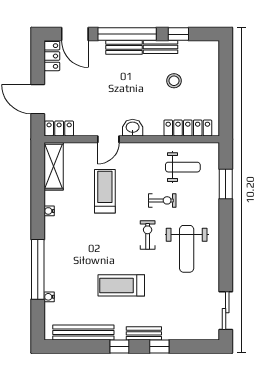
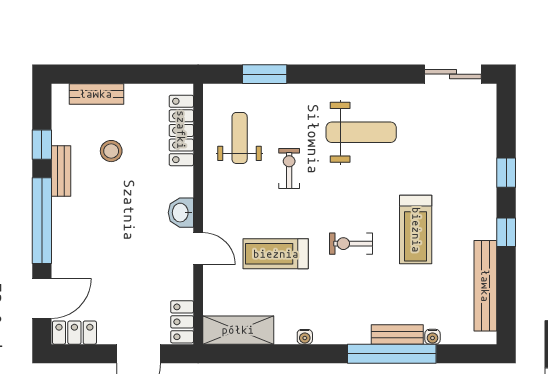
bench: (124, 47) -> (96, 94), moved, turned 90
exercise bike: (148, 235) -> (351, 244), moved
bench: (144, 333) -> (397, 334), moved, turned 90

